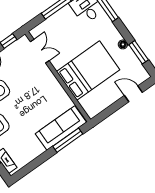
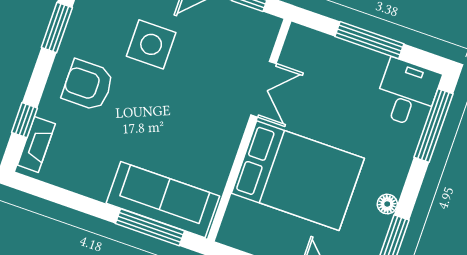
double door: (40, 51) -> (263, 89), moved

